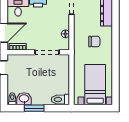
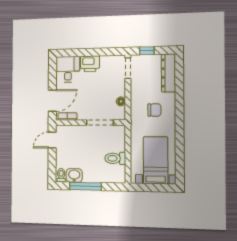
toilet: (60, 99) -> (115, 158), moved
window: (34, 108) -> (85, 186), width x1.44

